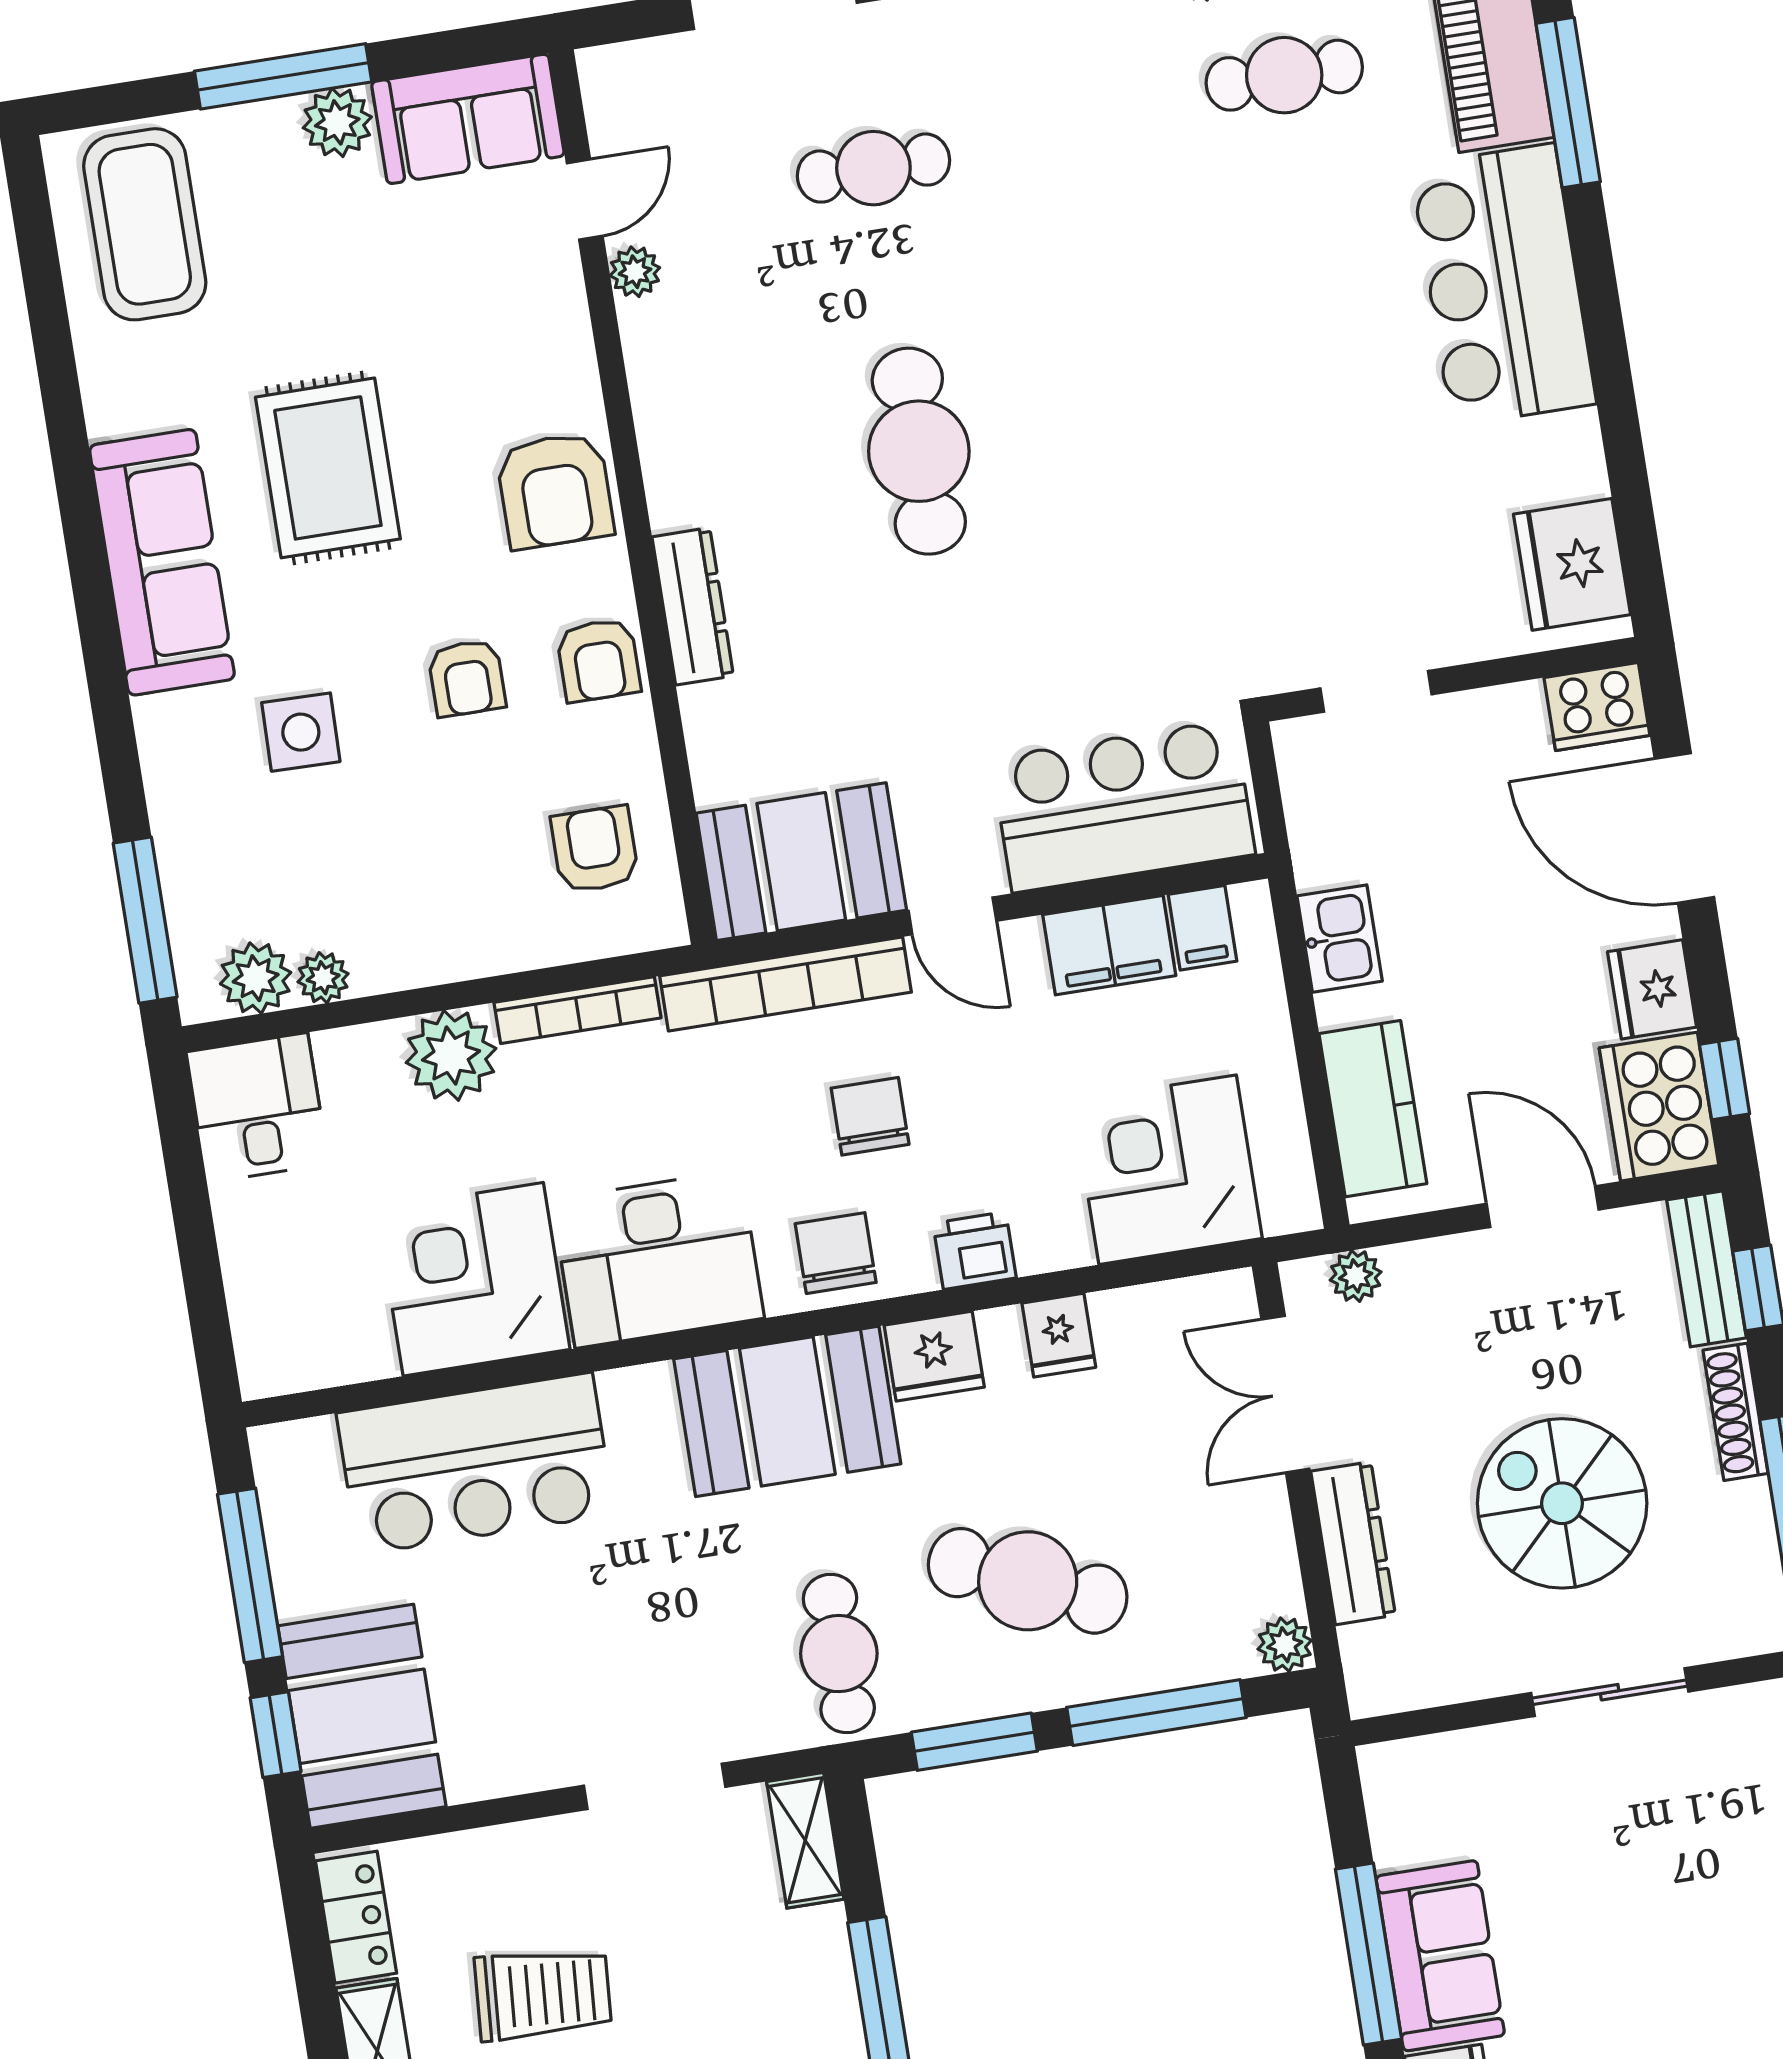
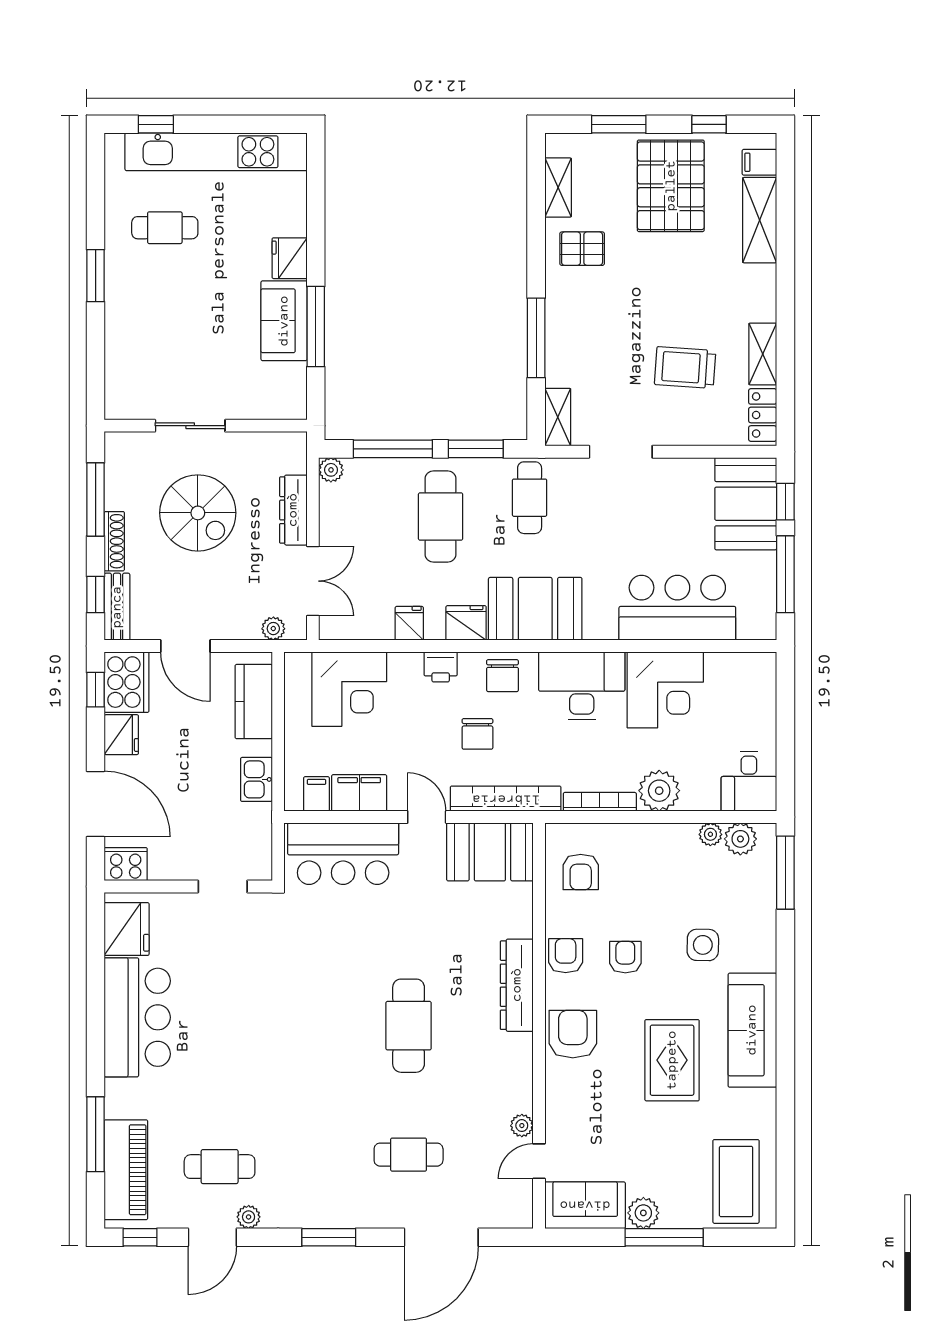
bar counter: (1503, 285) -> (137, 1017), moved
dresser: (693, 606) -> (517, 985), width x1.37, depth x1.24
cafe table: (1028, 1581) -> (441, 517), turned 66

